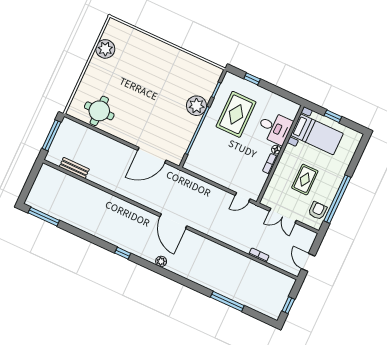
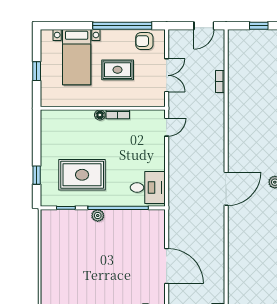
plant: (196, 106) -> (98, 216), width x0.53, depth x0.53
desk: (275, 128) -> (148, 187), moved, turned 90
bed with nightstands: (317, 134) -> (77, 57), moved, turned 180
door: (152, 155) -> (167, 266), moved
door: (243, 197) -> (167, 127), hinge flipped

